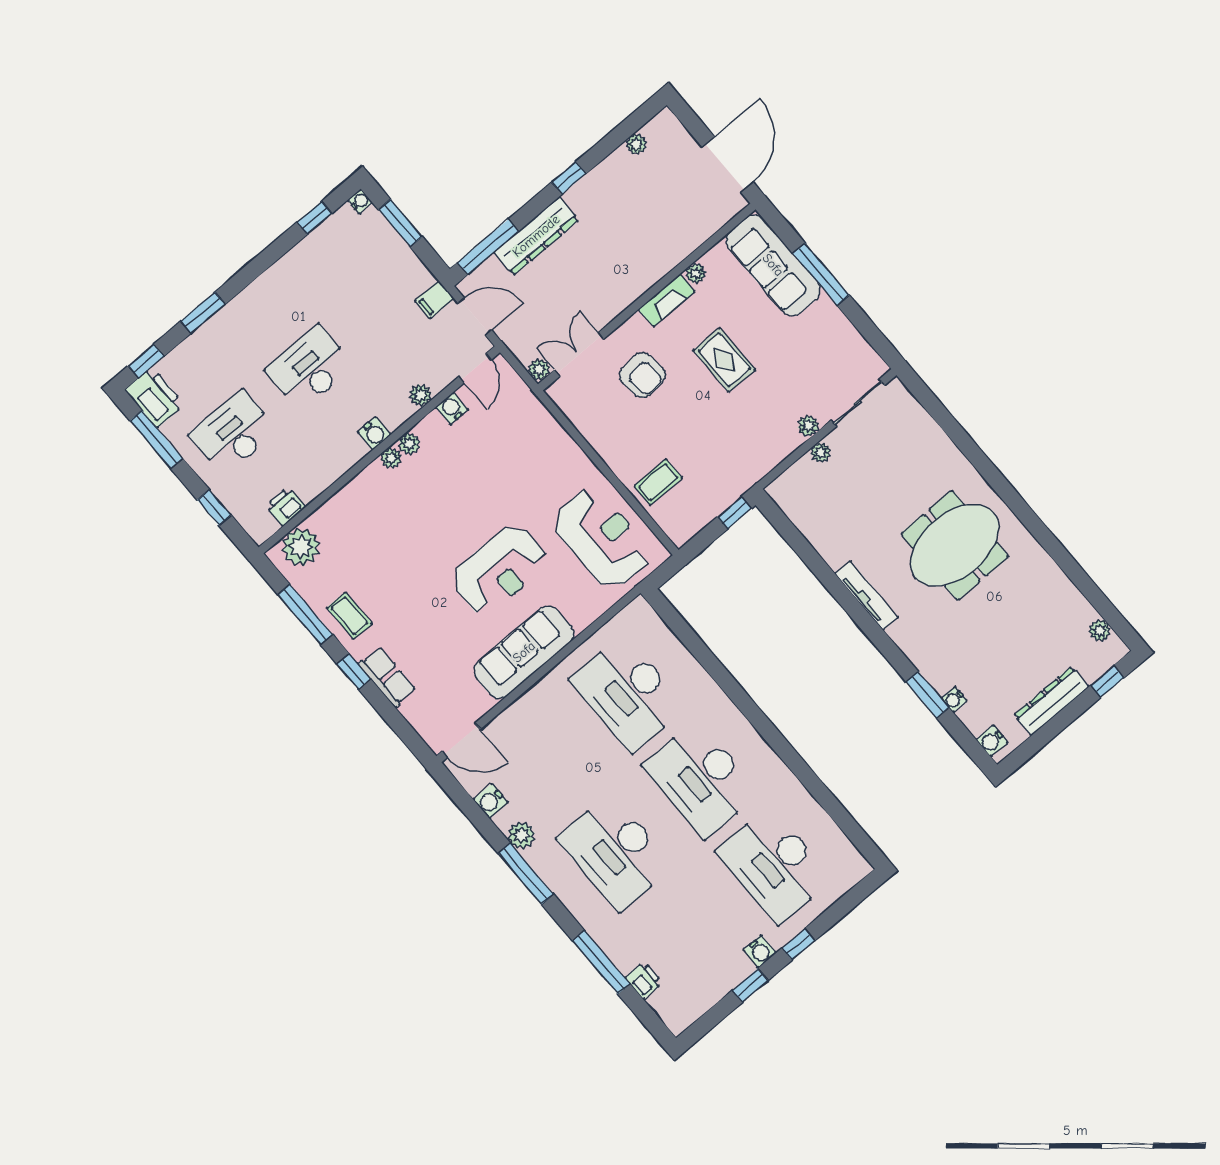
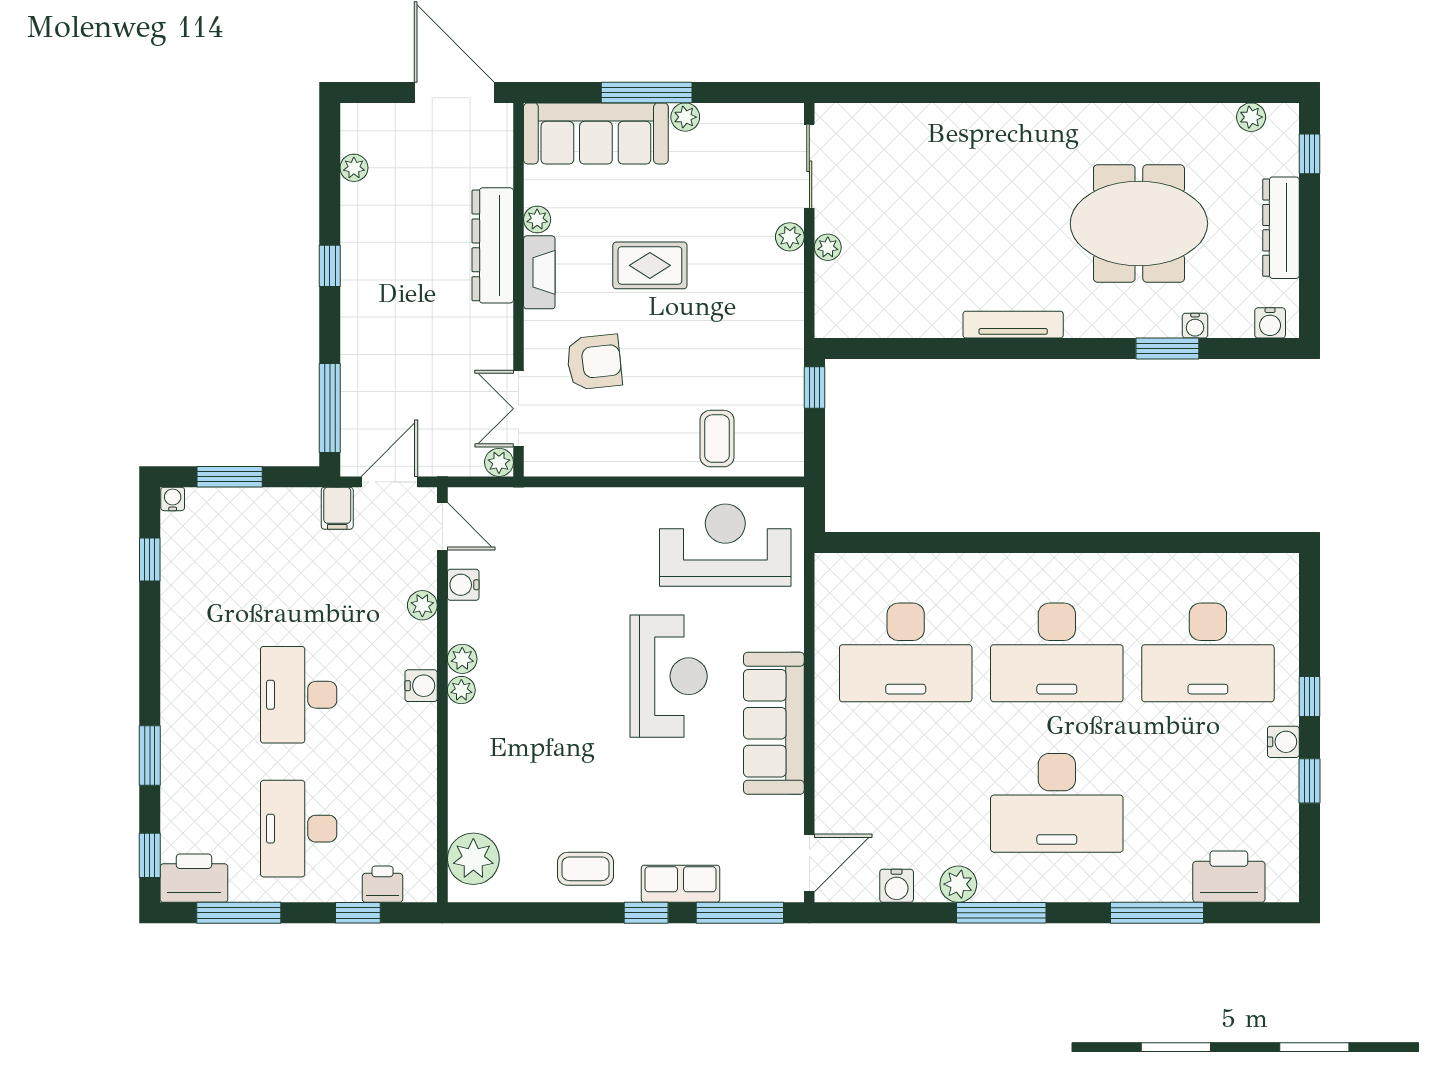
dresser: (536, 236) -> (493, 245), moved, turned 180
plant: (826, 308) -> (685, 117), added
printer: (286, 506) -> (382, 884), moved, turned 90
meeting table: (955, 545) -> (1139, 224), moved, turned 90
window: (305, 614) -> (740, 913), moved
printer: (644, 980) -> (1229, 877), width x1.87, depth x1.48

